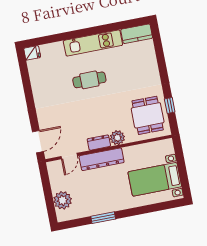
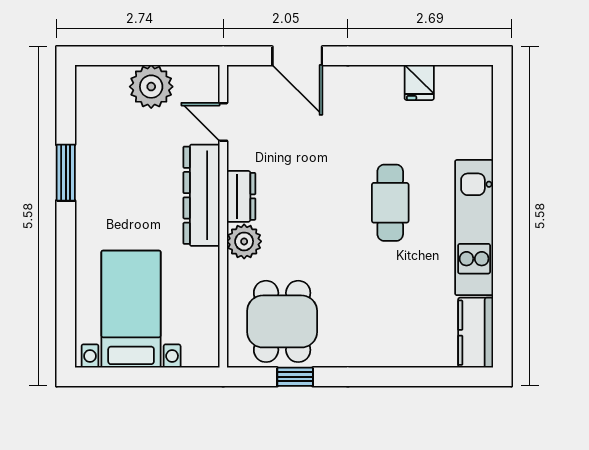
fridge: (32, 53) -> (419, 82), moved
dining table: (148, 115) -> (282, 321), turned 90
door: (38, 142) -> (297, 56), moved
plant: (63, 200) -> (151, 87), moved

